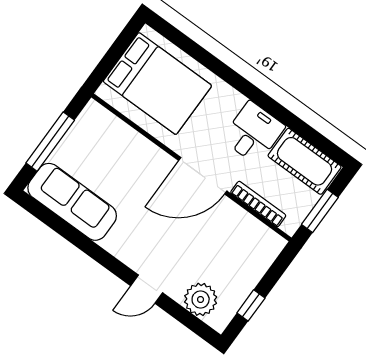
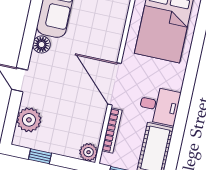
floor lamp: (115, 244) -> (42, 45), added
plant: (272, 244) -> (89, 152), added

